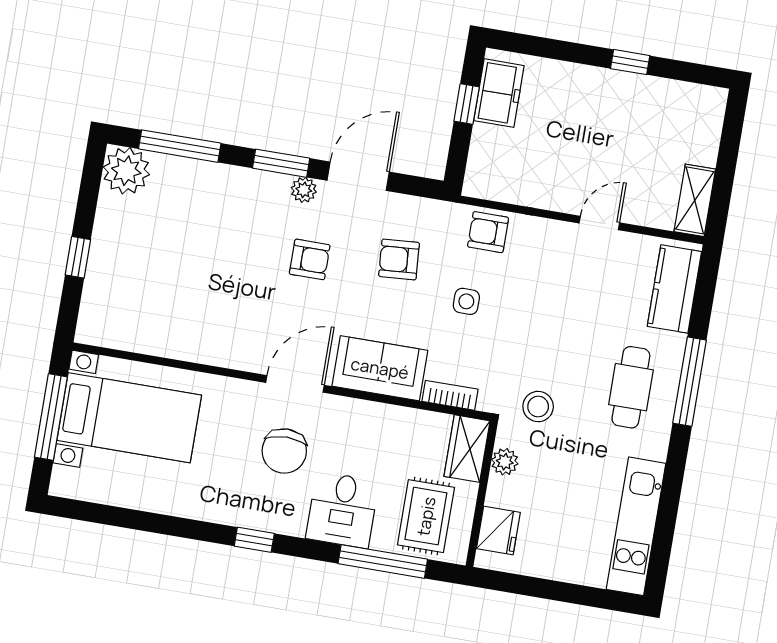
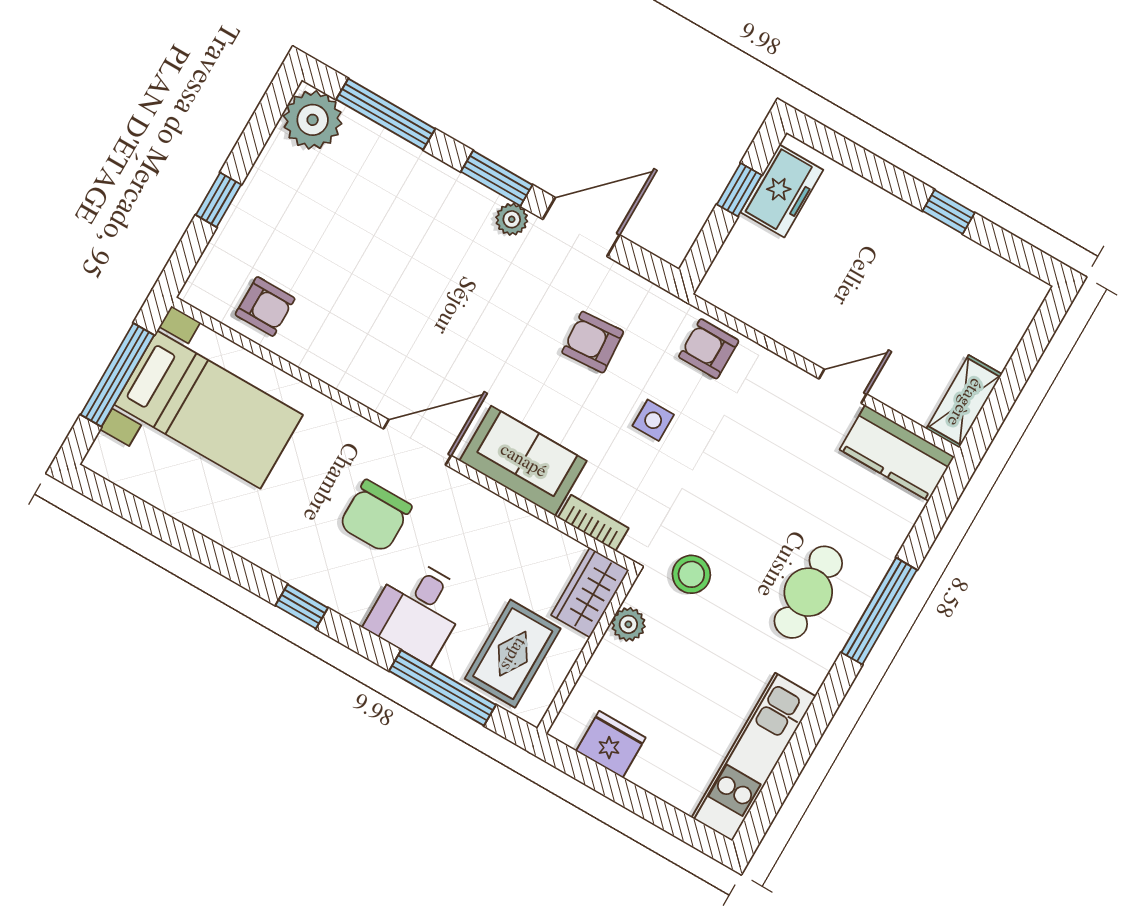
armchair: (310, 259) -> (265, 307), moved
kitchen counter: (674, 289) -> (897, 453), moved, turned -90
fridge: (498, 531) -> (611, 744), moved, turned -90

